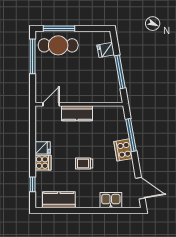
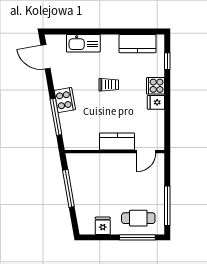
cafe table: (58, 45) -> (138, 218), width x0.73, depth x0.74
fridge: (106, 50) -> (103, 226), moved, turned -80
kitchen sink: (111, 200) -> (83, 43), width x1.38

